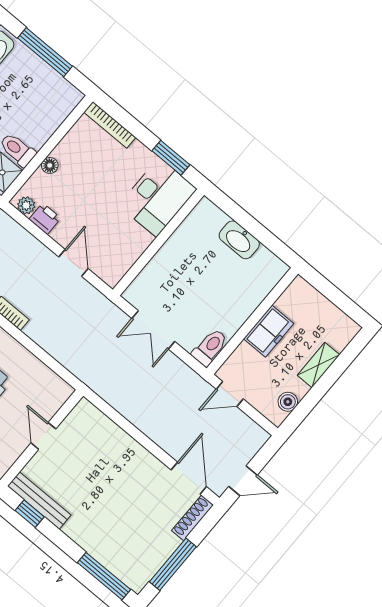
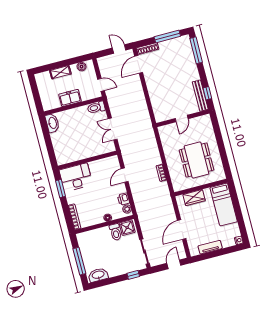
washbasin: (239, 240) -> (52, 123), moved
double door: (153, 330) -> (113, 129), swing flipped

